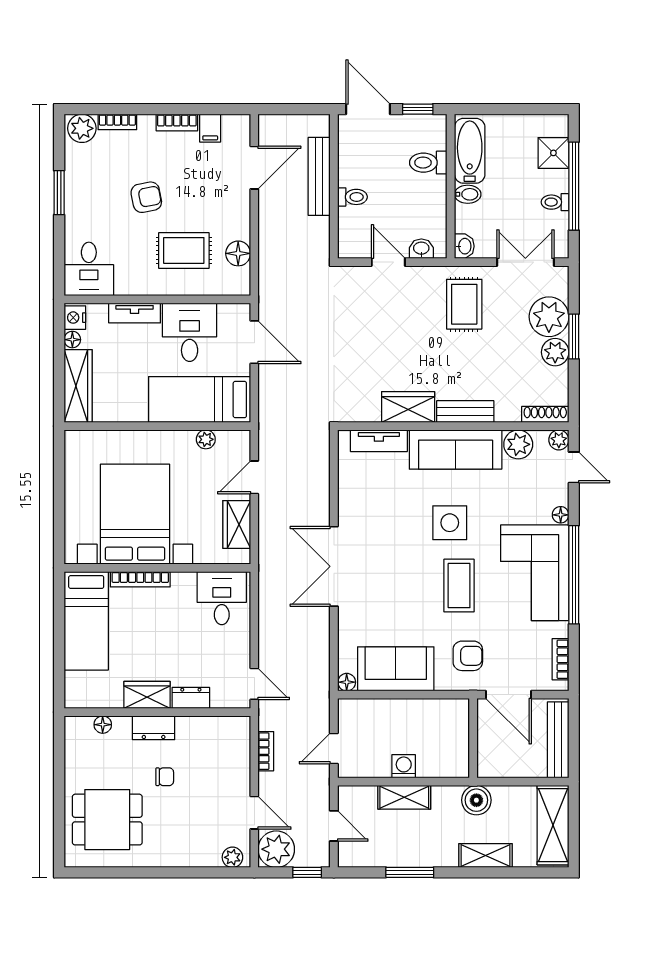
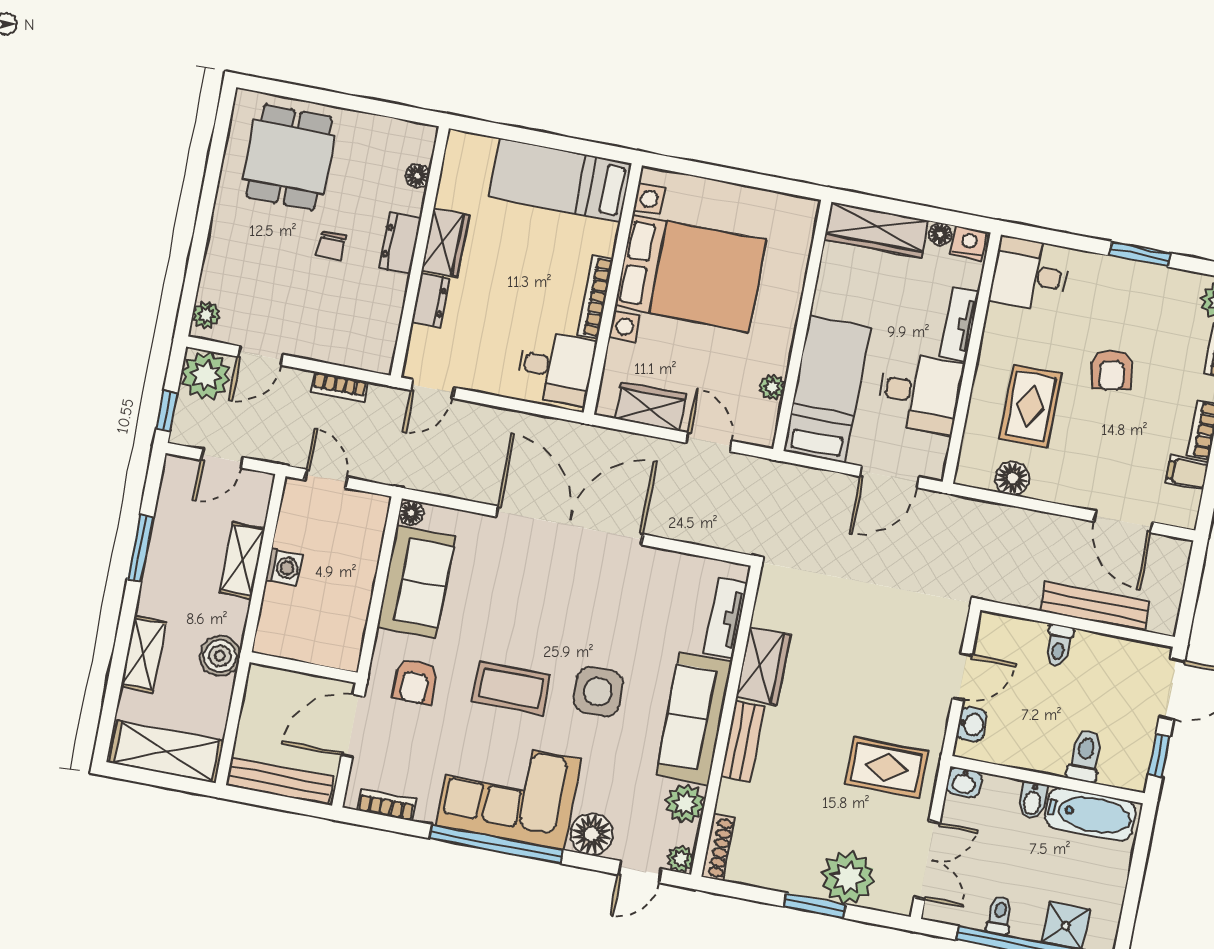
plant: (555, 352) -> (799, 877), removed
floor lamp: (561, 515) -> (592, 834), width x1.89, depth x1.89
double door: (334, 566) -> (569, 525), width x1.36
bookcase: (140, 579) -> (595, 297), moved

